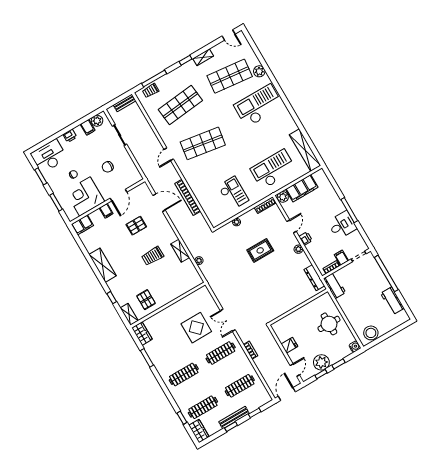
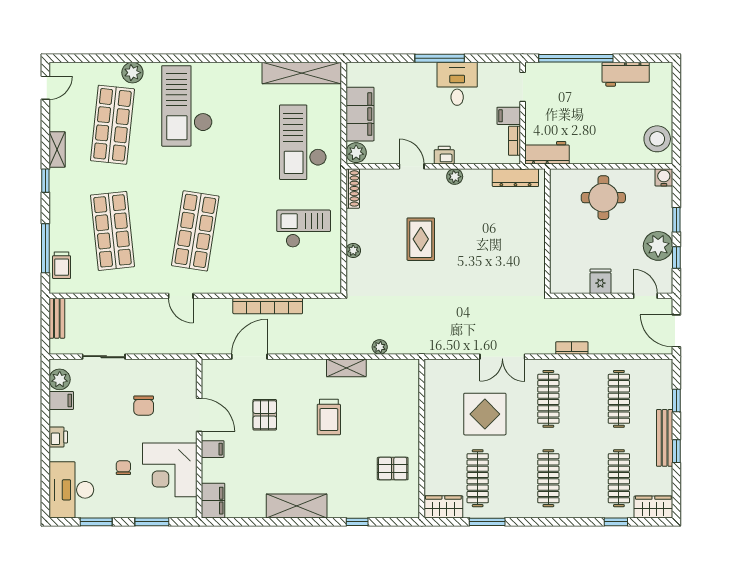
shelving: (129, 314) -> (400, 509), removed
clothes rail: (165, 342) -> (478, 478), added

